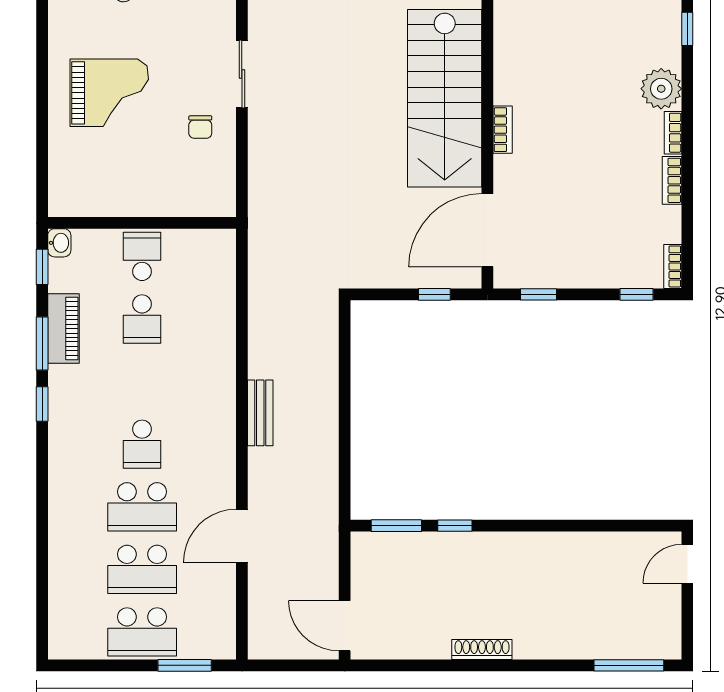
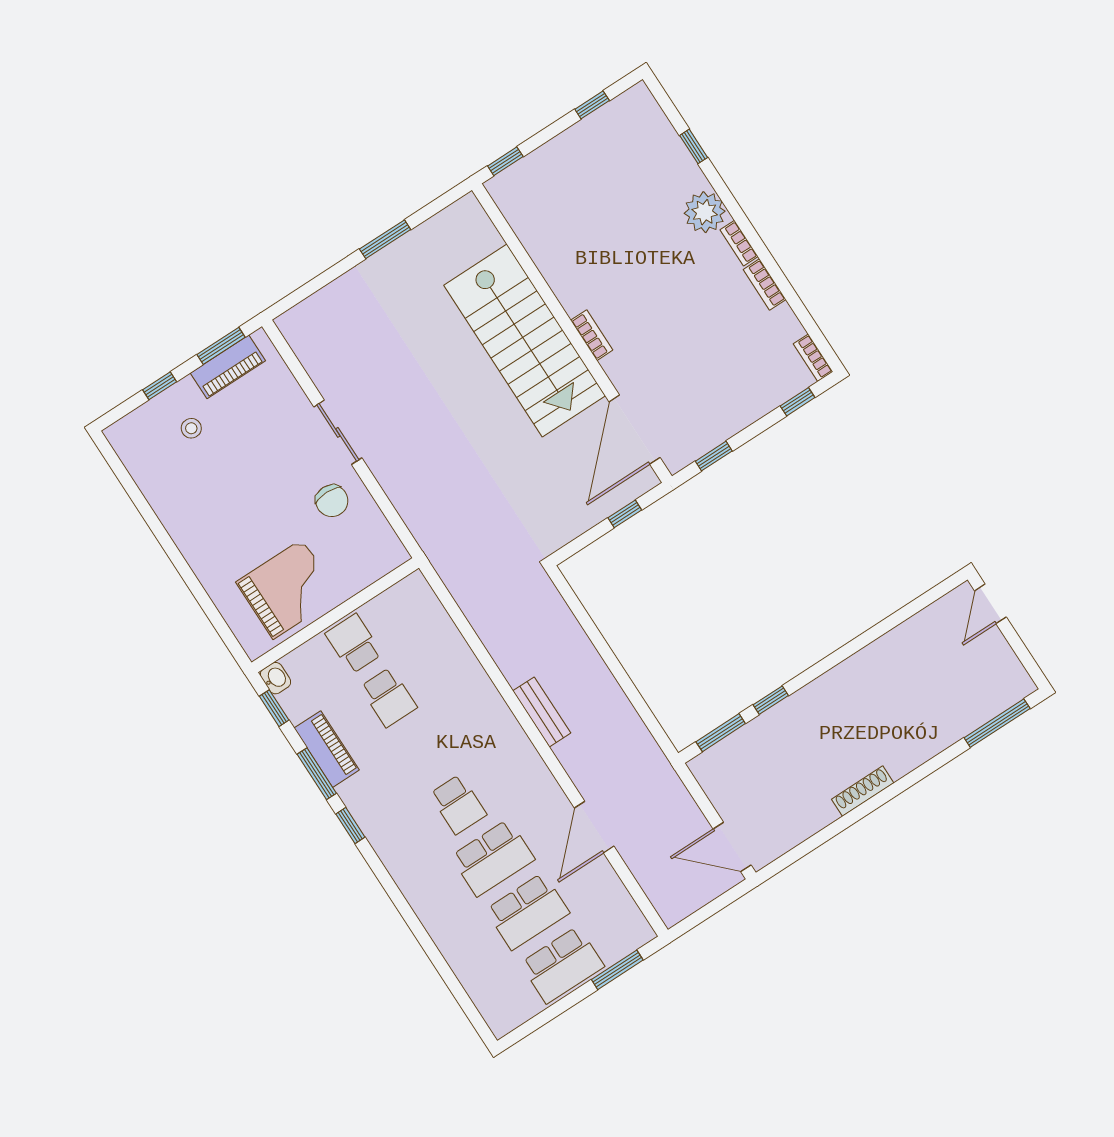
grand piano: (109, 93) -> (288, 589), moved
chair: (200, 127) -> (332, 501), width x1.37, depth x1.37

